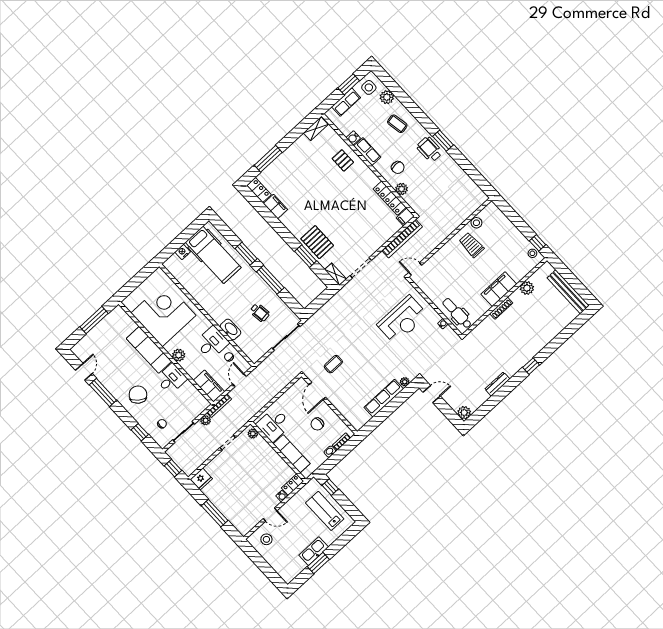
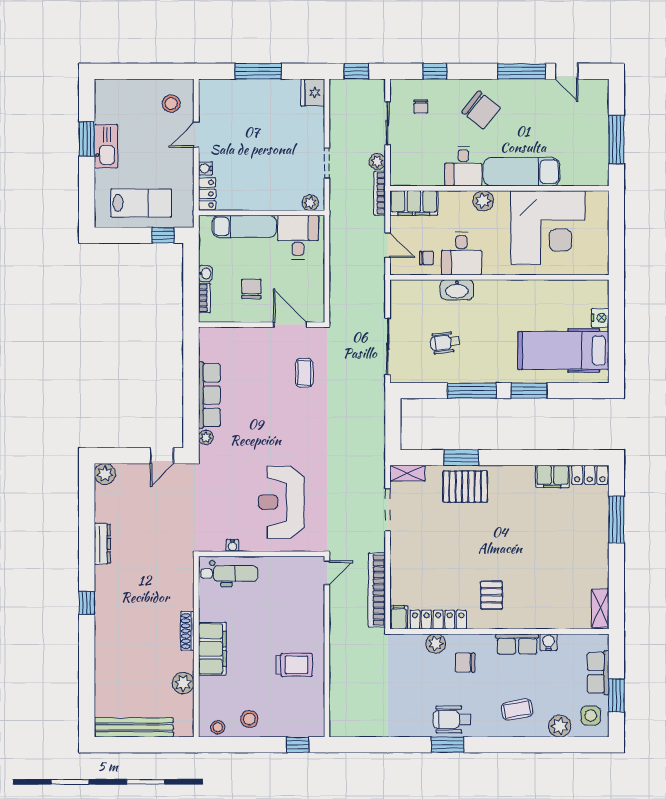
wheelchair: (430, 149) -> (452, 720), turned 180
pallet: (343, 160) -> (492, 595), moved, turned 90
stool: (476, 223) -> (249, 719), moved
window: (538, 243) -> (298, 745), moved

